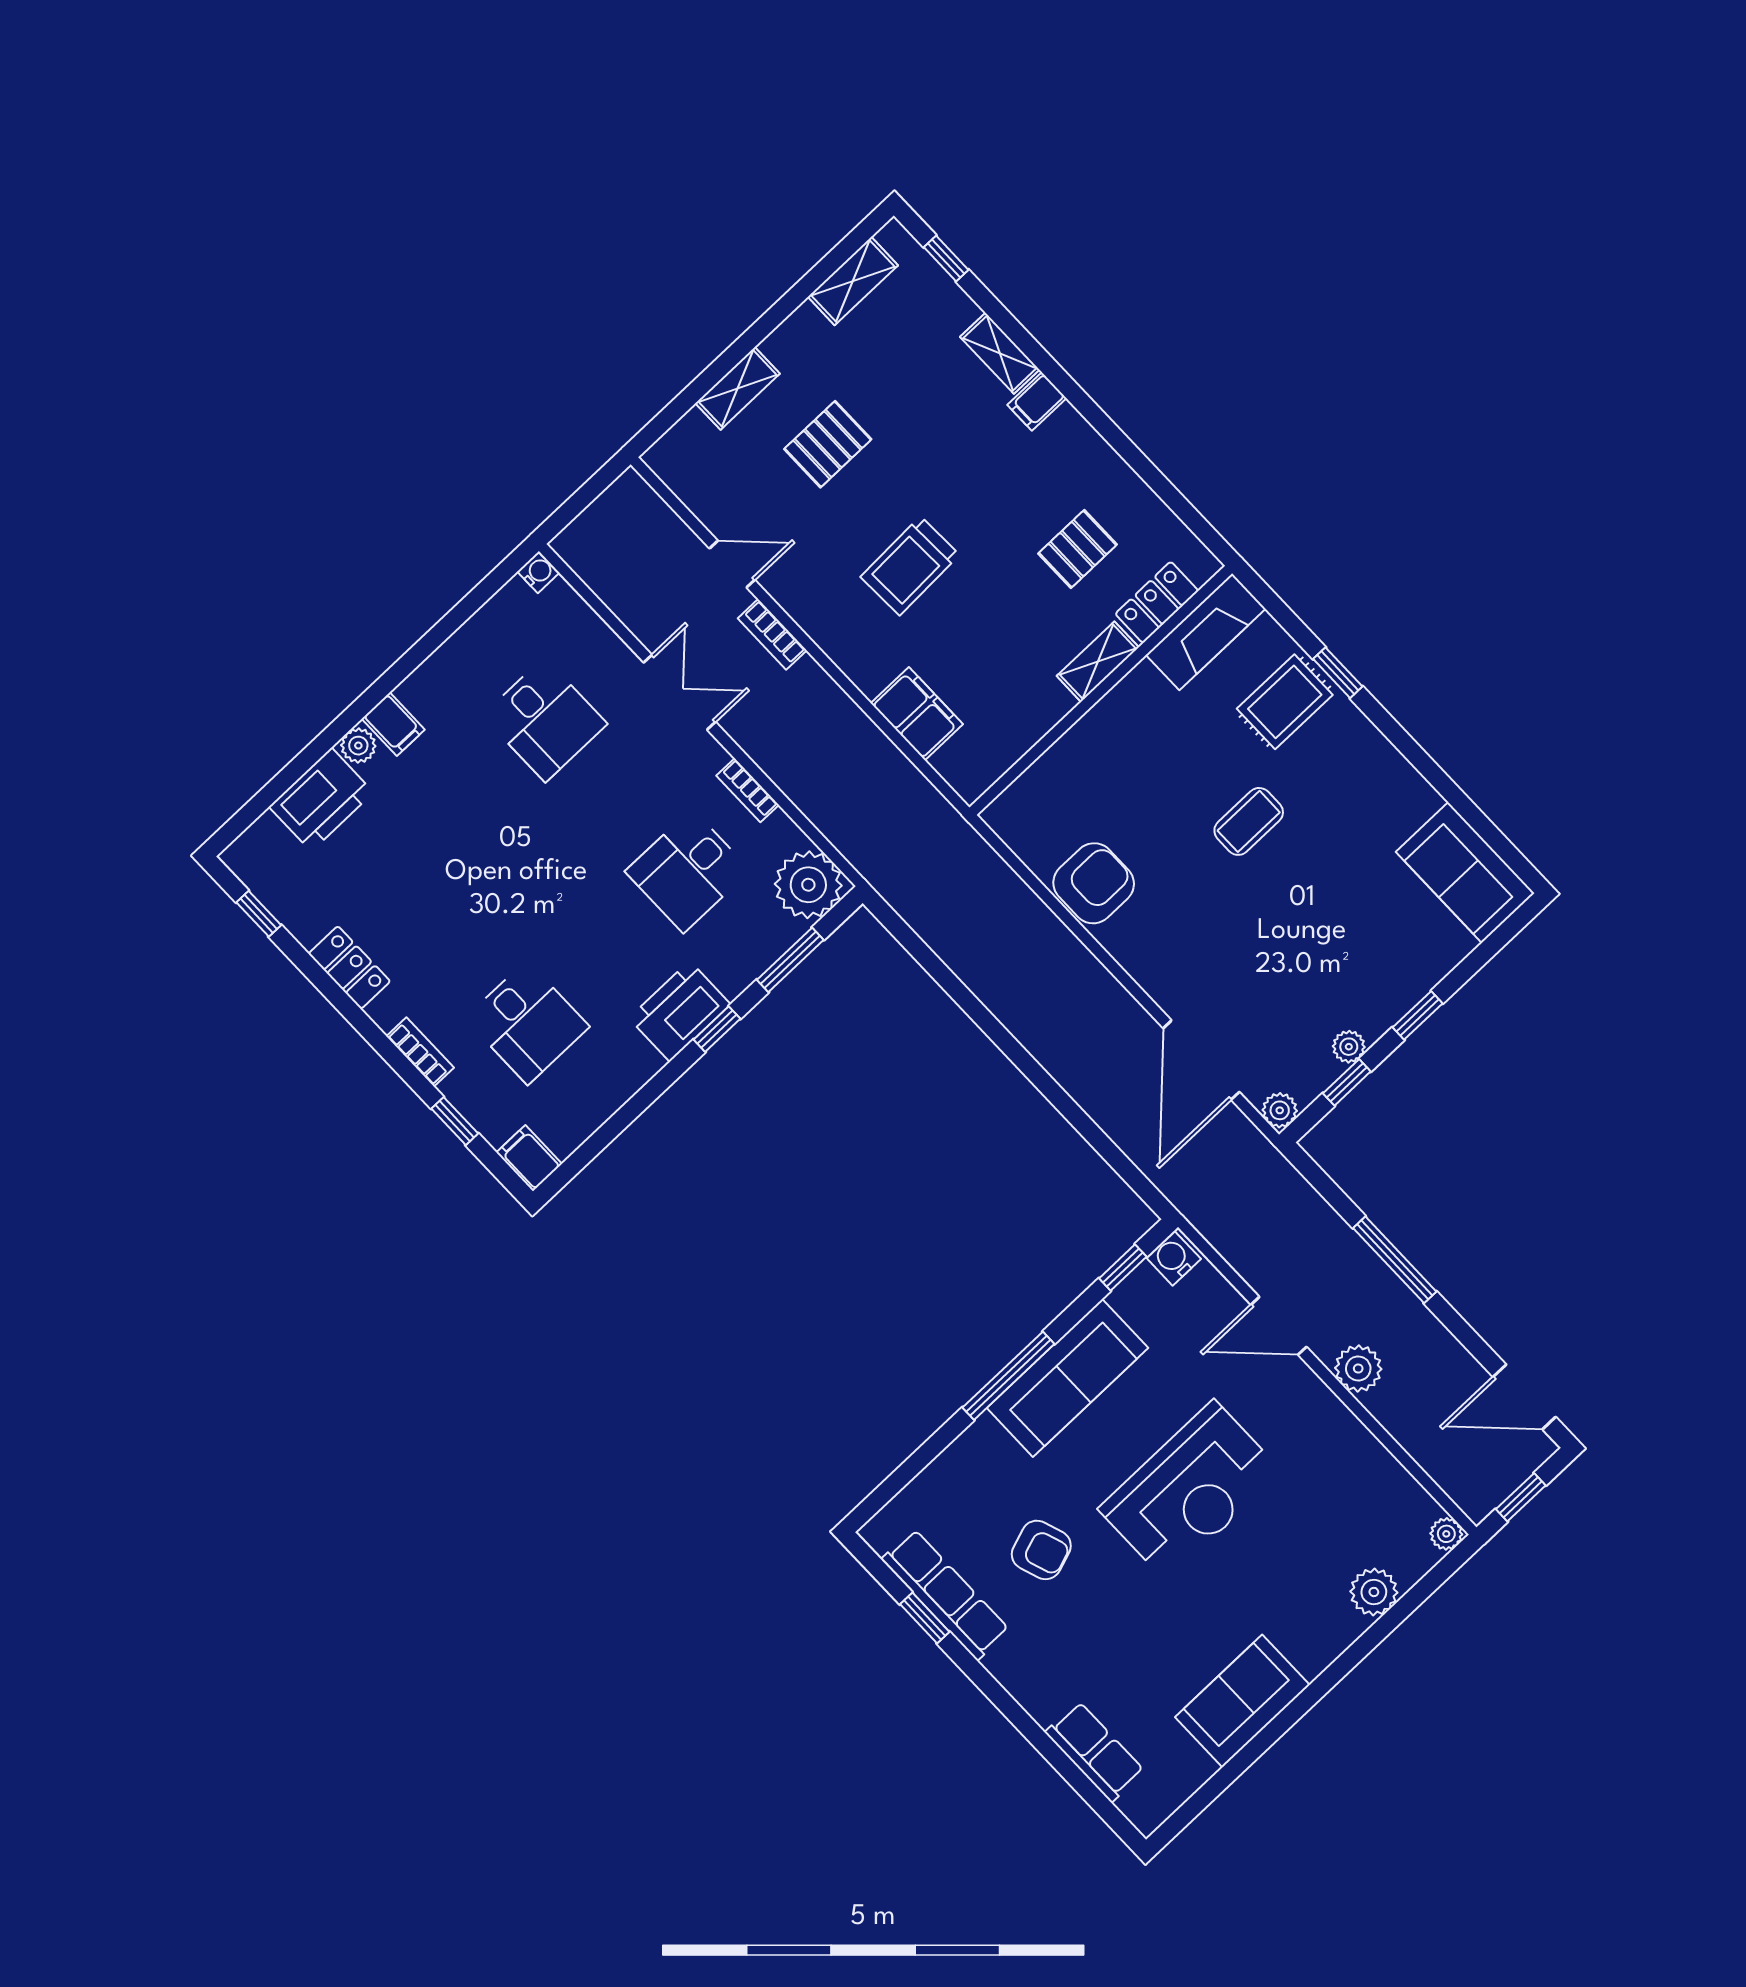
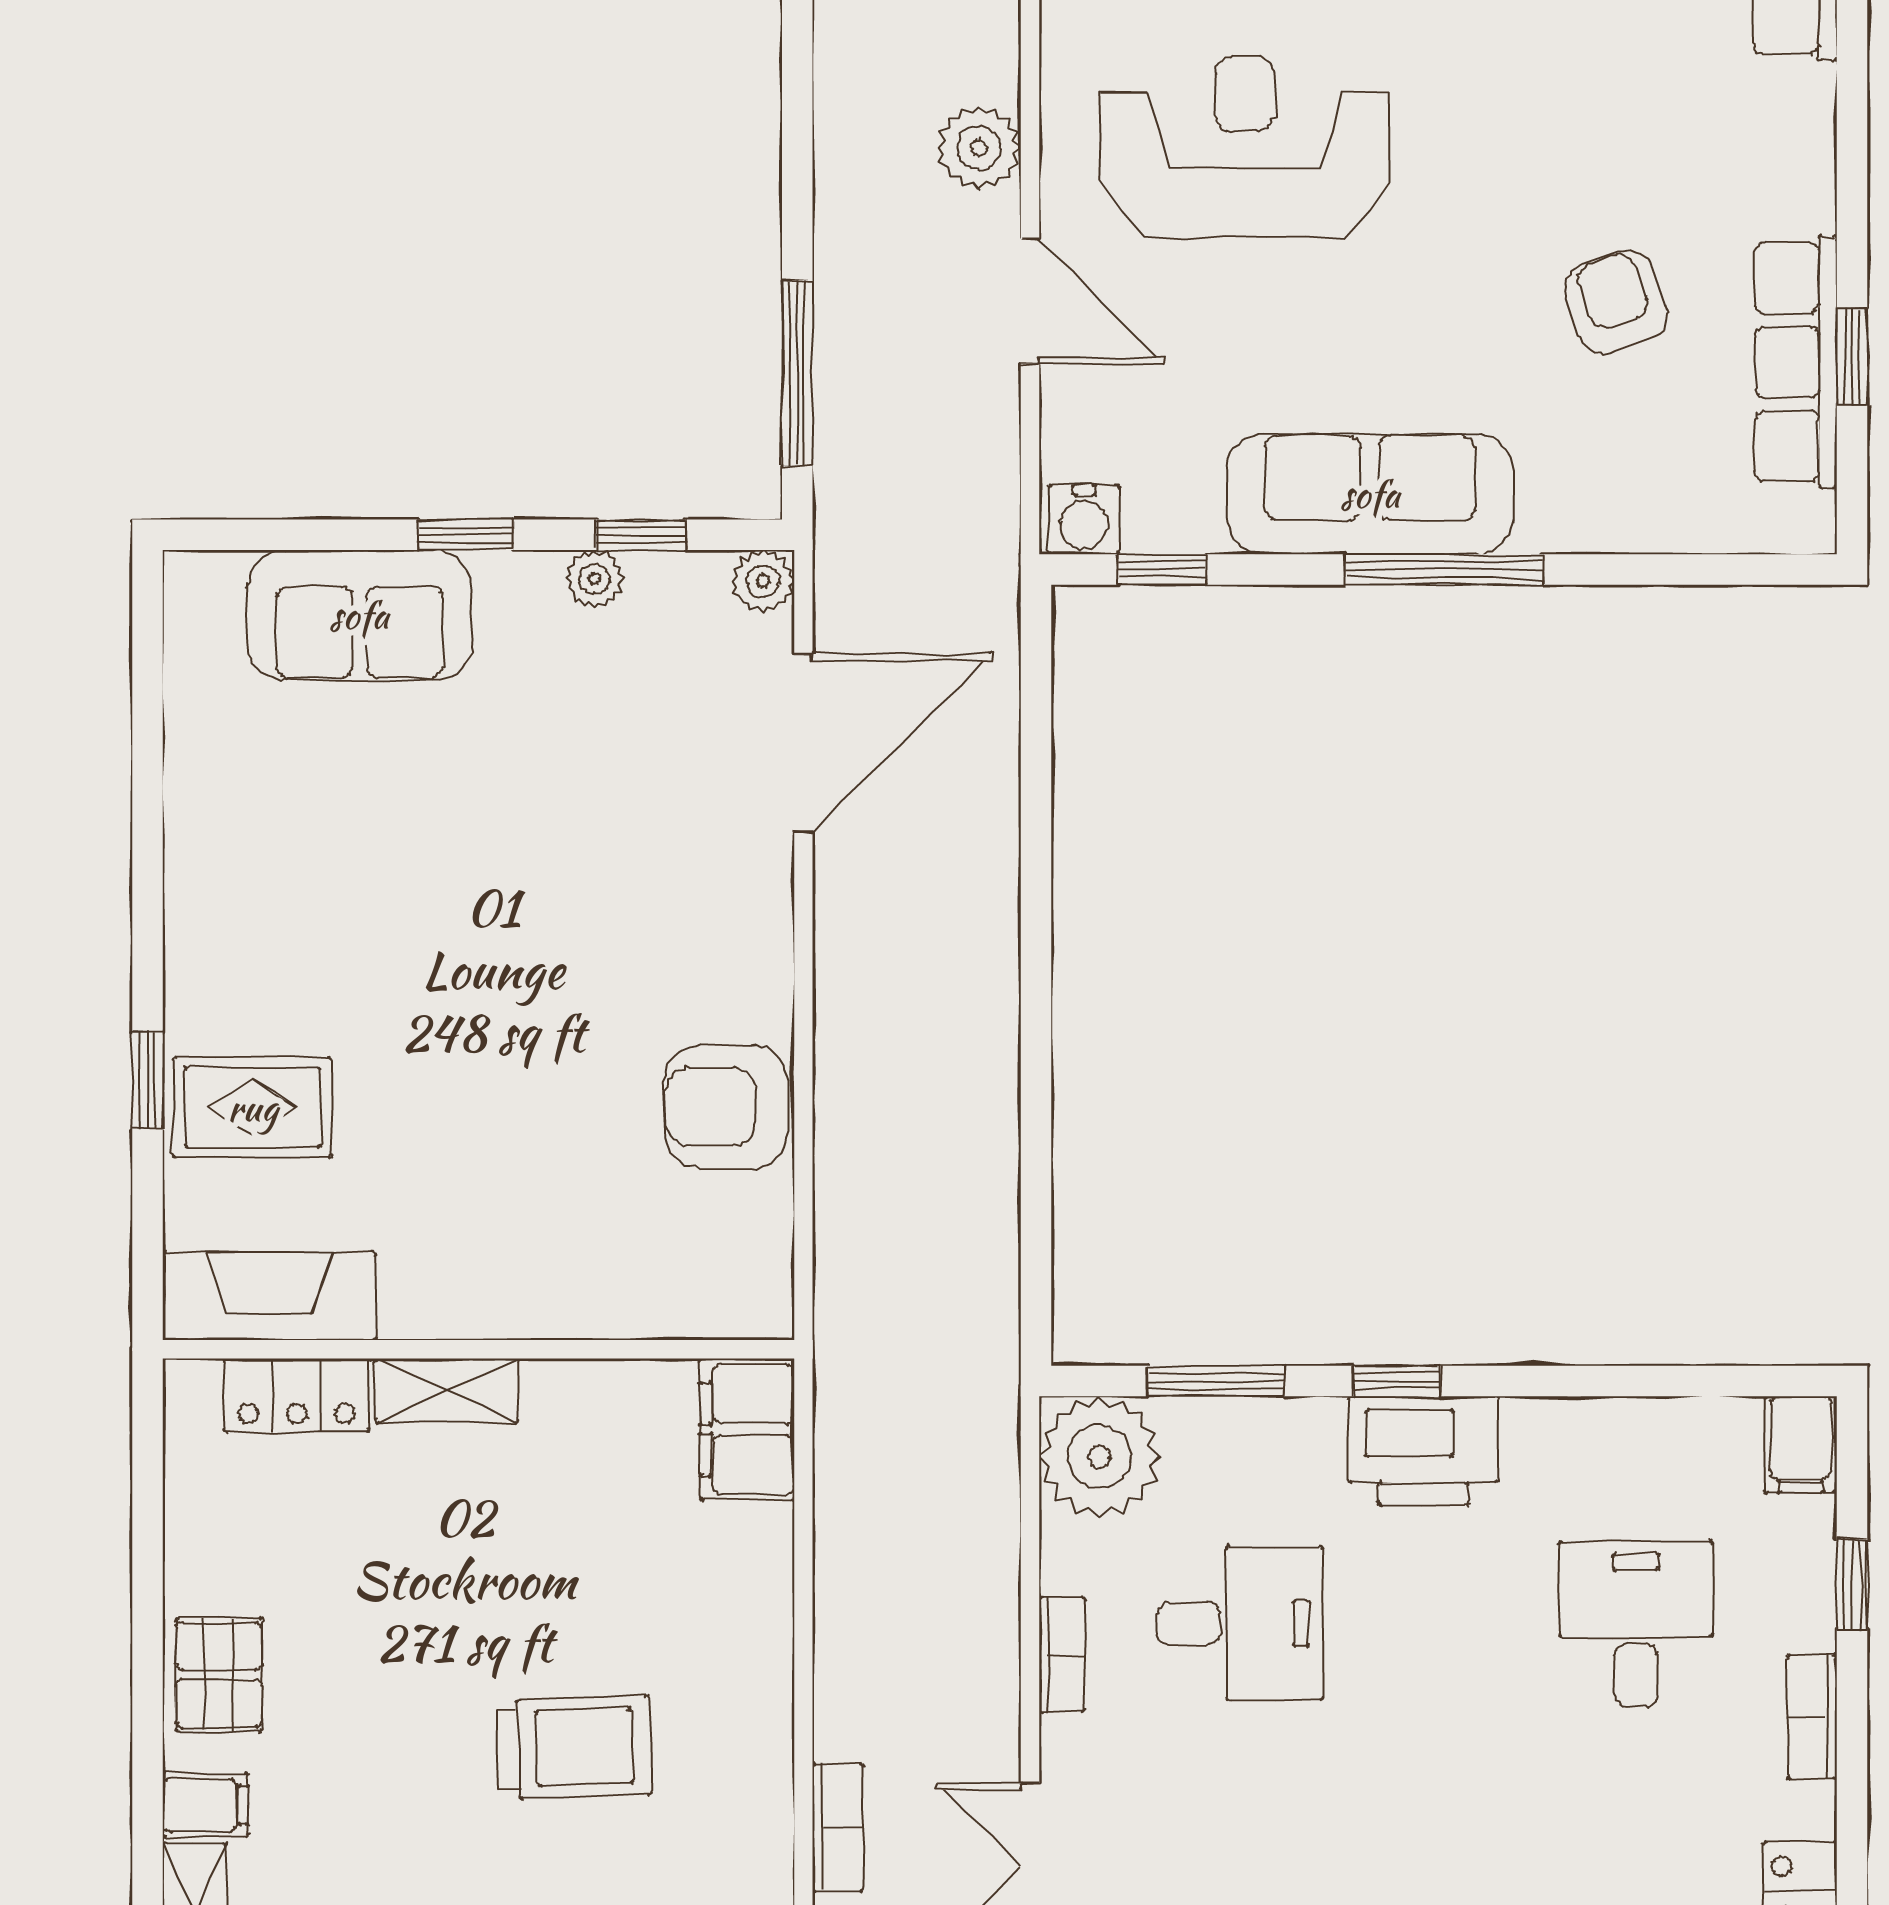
pallet: (1078, 549) -> (219, 1675), moved, turned 90
filing cabinet: (917, 714) -> (747, 1429), moved
coffee table: (1249, 821) -> (447, 996), removed
sofa: (1465, 872) -> (359, 615), moved, turned 90
window: (1395, 1260) -> (797, 373), moved
reception desk: (1190, 1490) -> (1245, 147), moved

